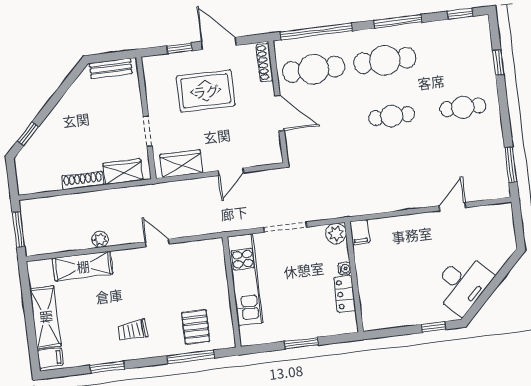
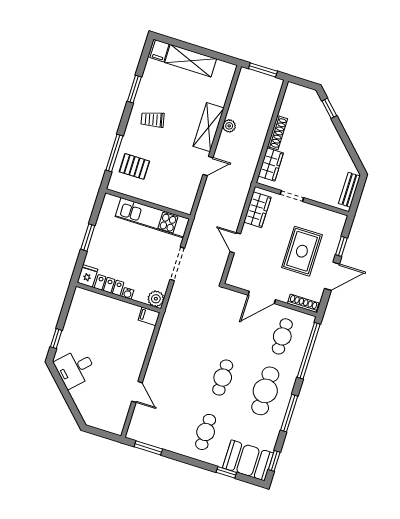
booth: (473, 44) -> (248, 460), added
cafe table: (314, 69) -> (282, 336), width x0.73, depth x0.74
shelving: (83, 266) -> (209, 127), moved
desk: (462, 284) -> (75, 368), width x0.73
fridge: (345, 324) -> (87, 276), added
trolley: (133, 330) -> (153, 120), turned -99

